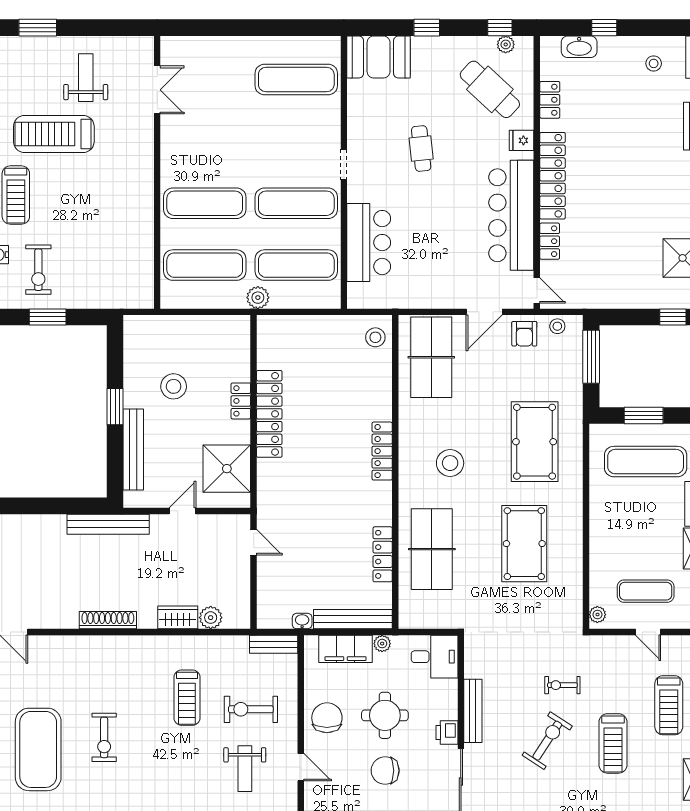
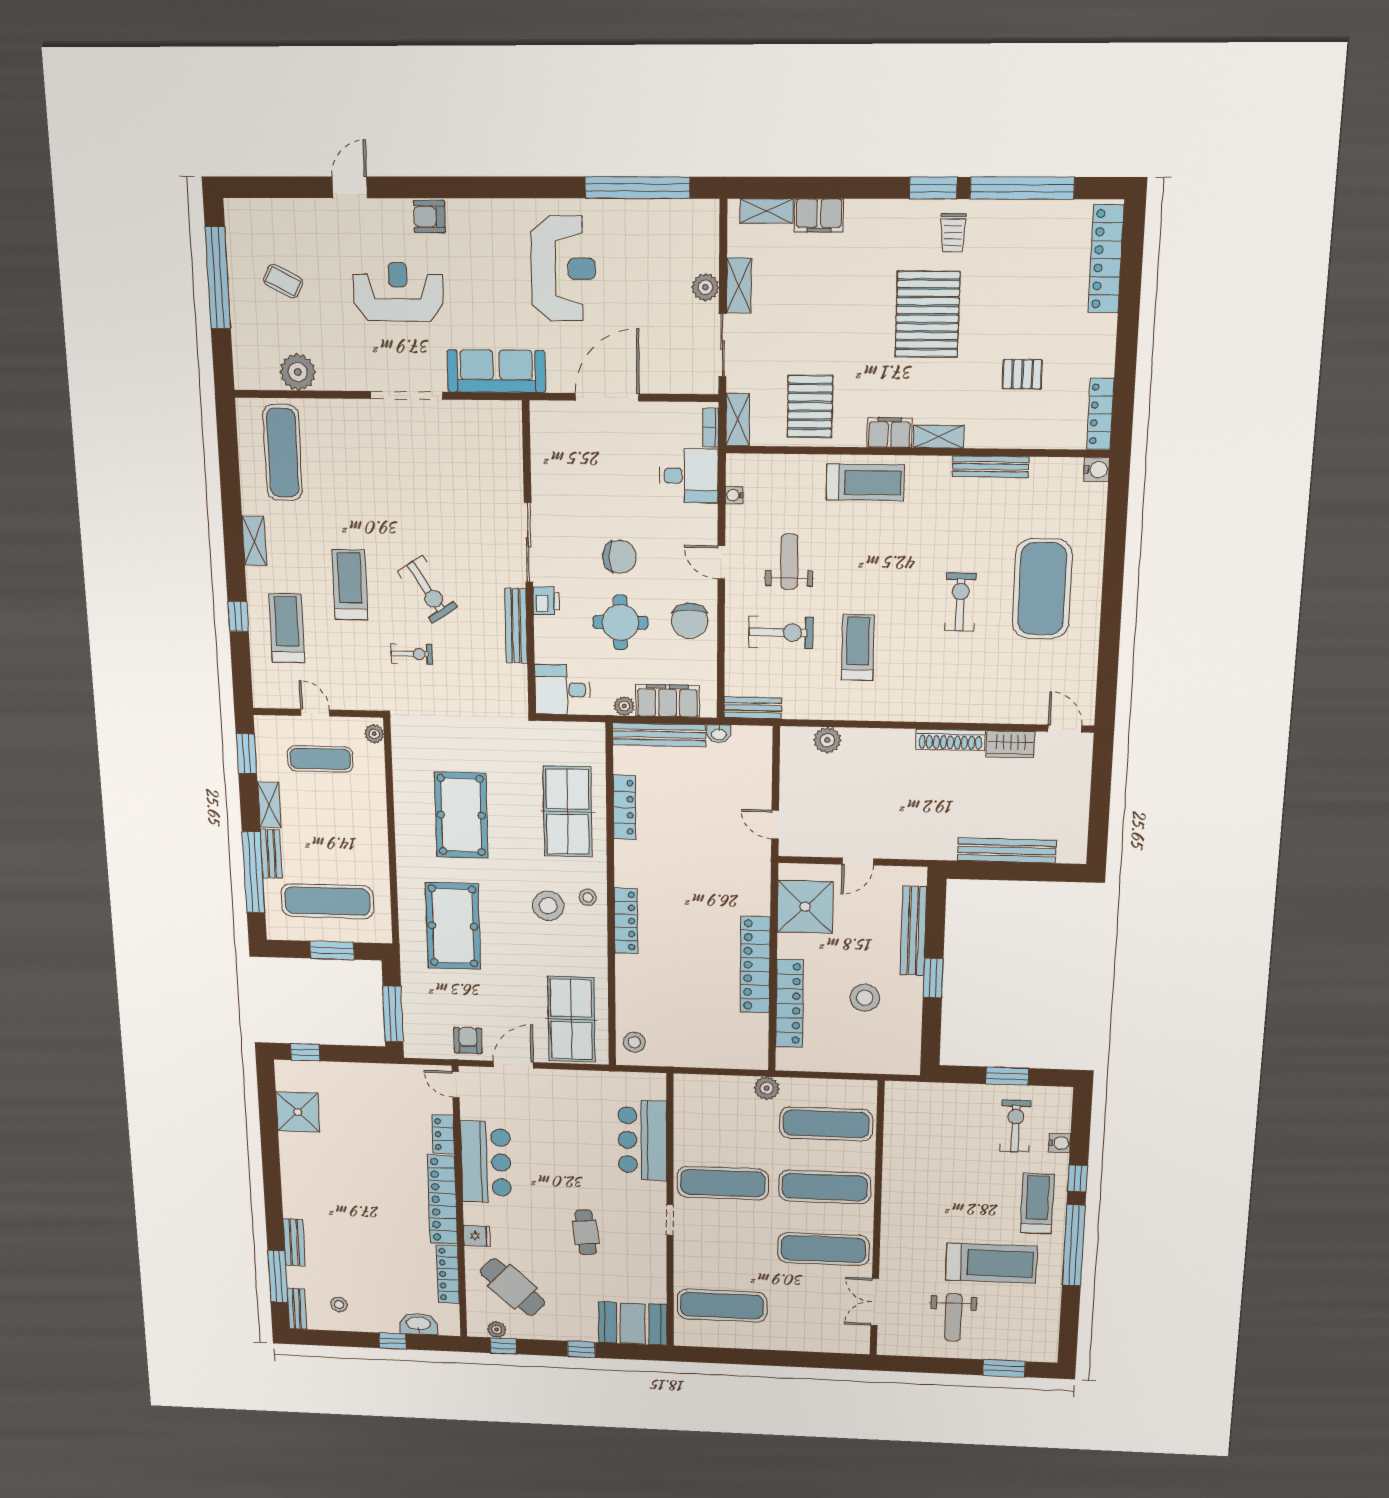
locker: (550, 100) -> (448, 1274), width x1.53
bar counter: (511, 215) -> (486, 1162), width x0.73
exercise mat: (296, 265) -> (823, 1249), moved
stool: (557, 326) -> (588, 897), moved
locker: (241, 401) -> (790, 1003), width x2.16, depth x1.21
bench: (108, 524) -> (1007, 850), moved
wardrobe: (178, 617) -> (1011, 744), moved
exercise bike: (547, 741) -> (427, 589), turned -66

